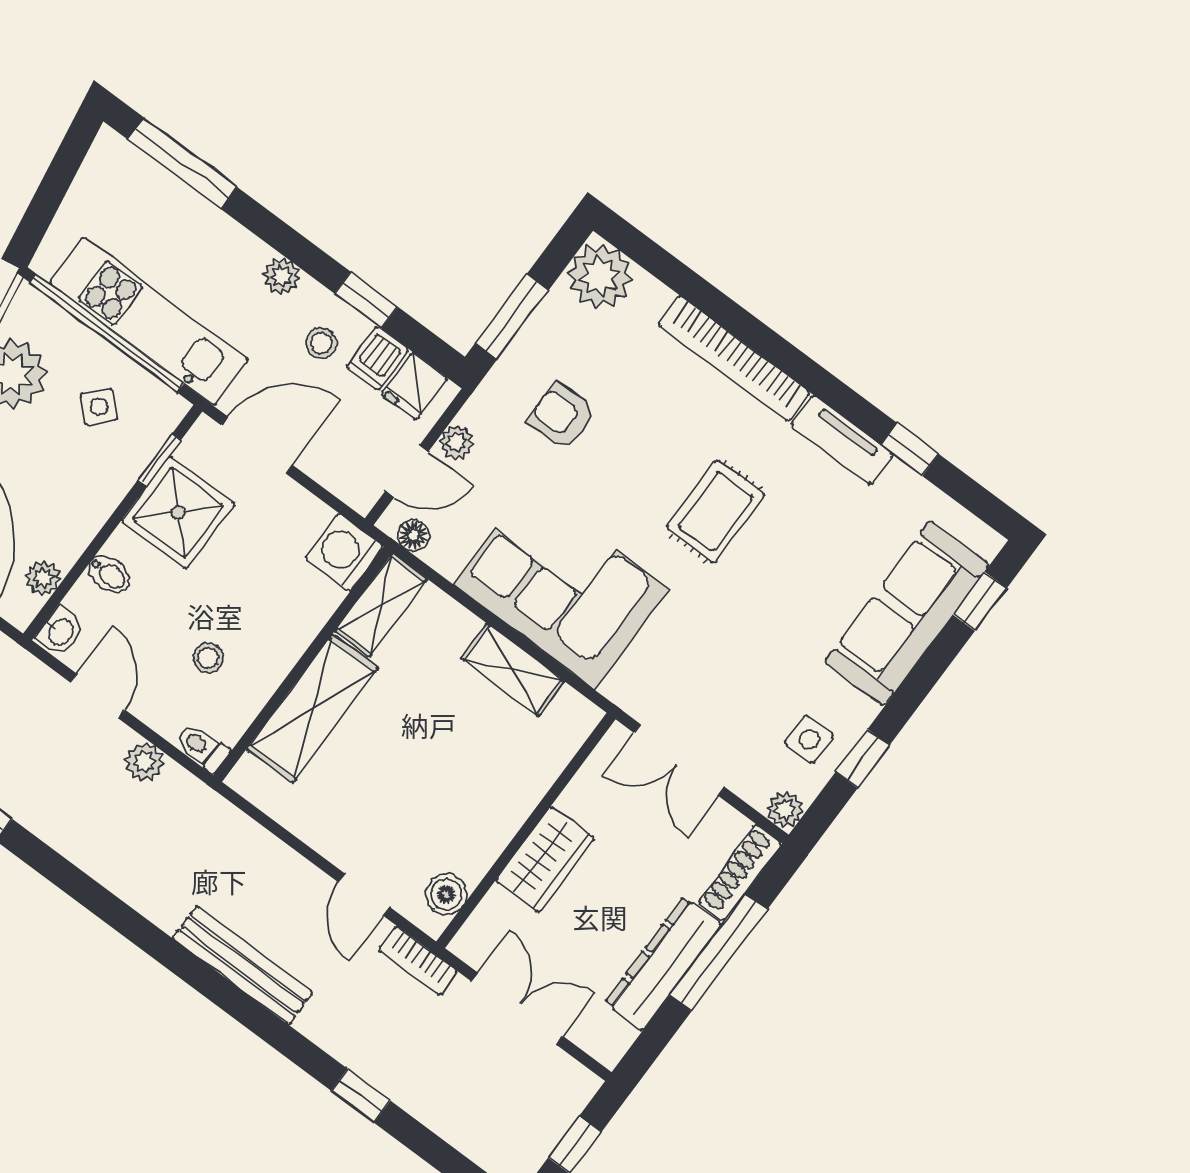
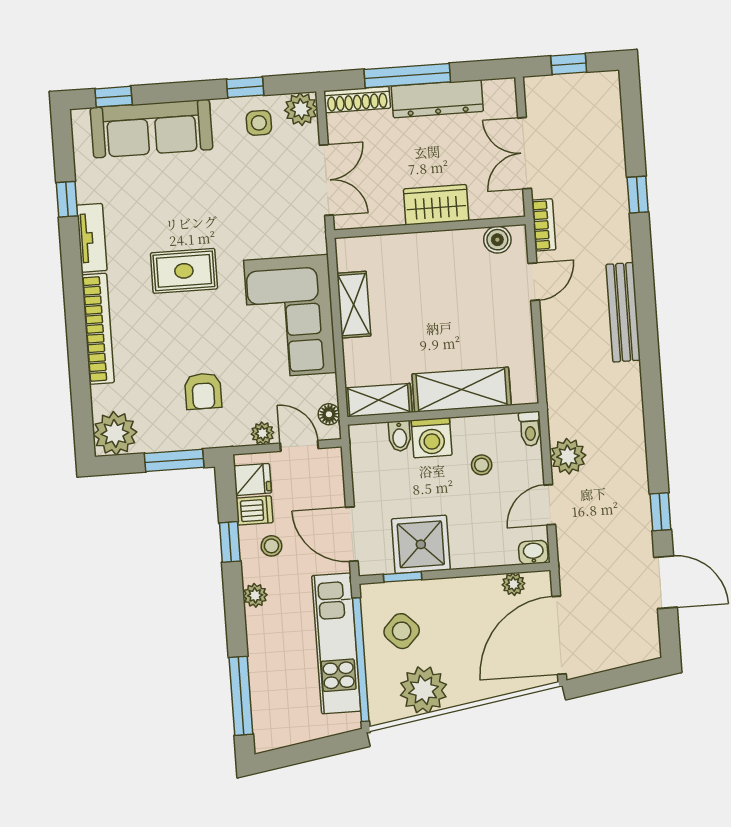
side table: (99, 407) -> (402, 631), width x1.37, depth x1.37
washing machine: (344, 552) -> (432, 438), moved
bidet: (109, 574) -> (400, 436), moved, turned 180
plant: (144, 762) -> (568, 456), width x1.38, depth x1.38
plant: (785, 810) -> (301, 109), width x1.38, depth x1.38

